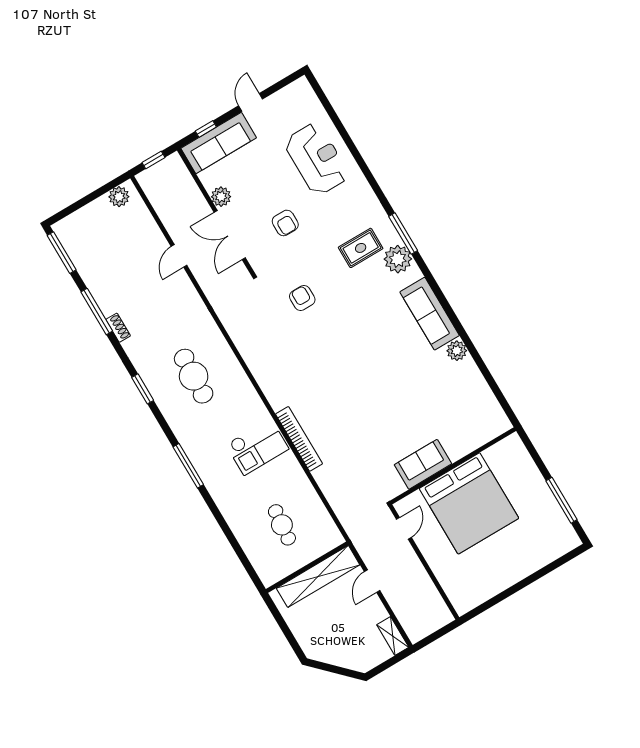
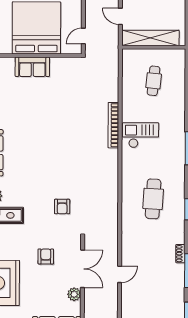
sofa: (423, 464) -> (32, 67), moved
door: (372, 581) -> (120, 16), swing flipped

